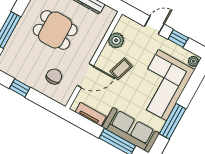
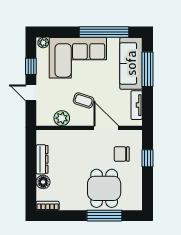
dining table: (55, 30) -> (104, 188), moved
window: (20, 88) -> (147, 158), moved
window: (173, 121) -> (104, 32), width x1.46

